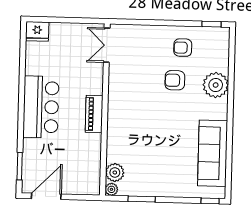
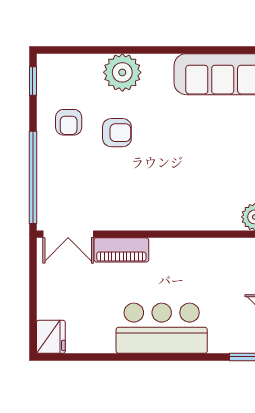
window: (146, 22) -> (33, 177), added
armchair: (175, 80) -> (117, 133), turned -90
piano: (94, 114) -> (121, 250), moved

